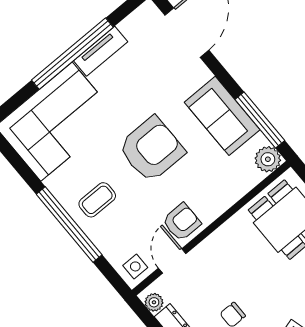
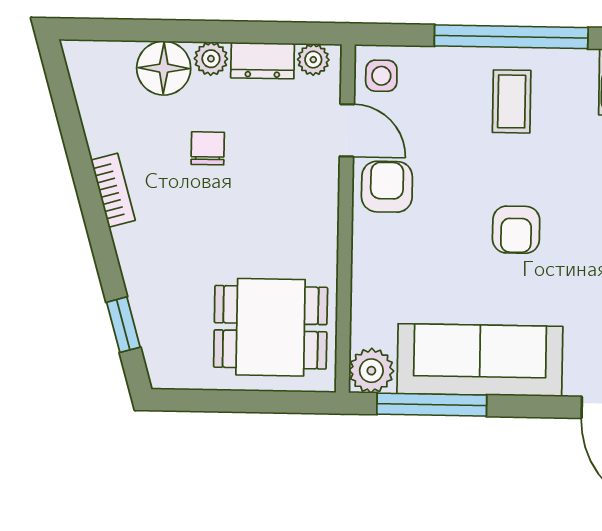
sofa: (222, 116) -> (480, 360), width x1.36
armchair: (152, 149) -> (516, 230), width x0.53, depth x0.53
armchair: (182, 222) -> (387, 187), turned 180

